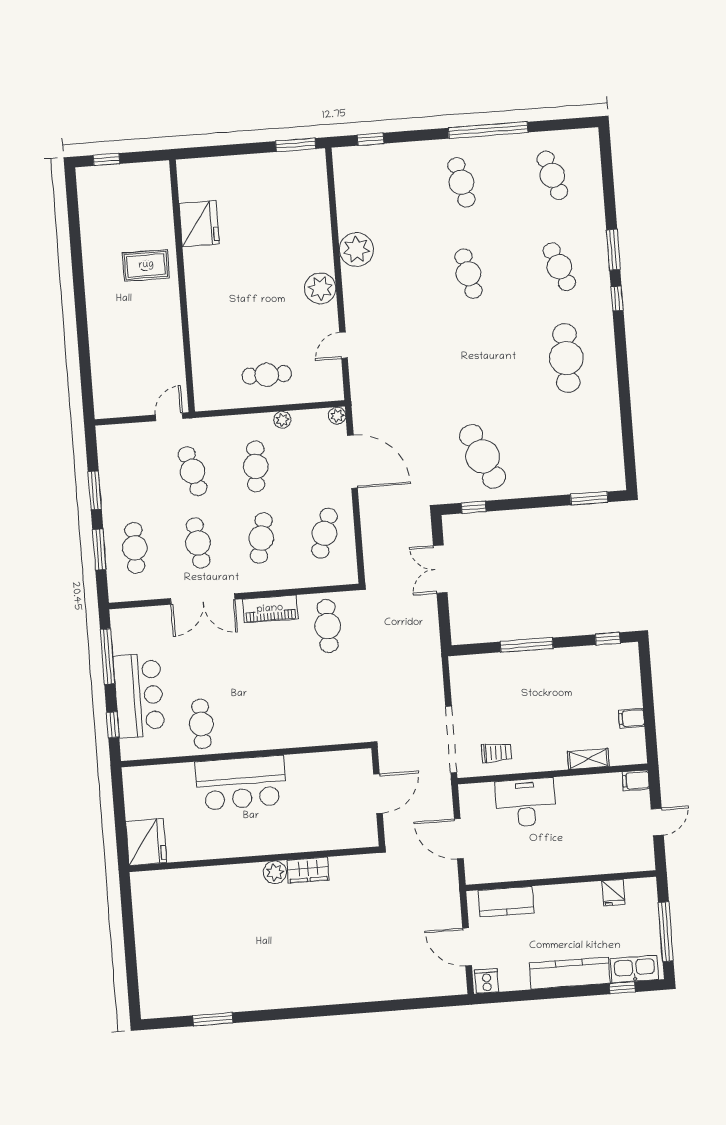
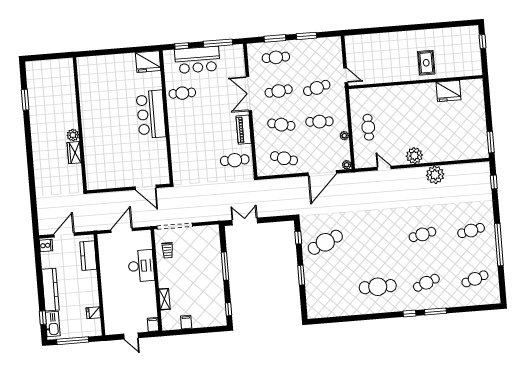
window: (589, 498) -> (301, 275), moved
double door: (440, 569) -> (245, 222), moved
fridge: (146, 842) -> (148, 62), moved
wall: (254, 859) -> (80, 124), moved
wardrobe: (308, 870) -> (74, 153), moved
plant: (275, 872) -> (73, 135), moved

